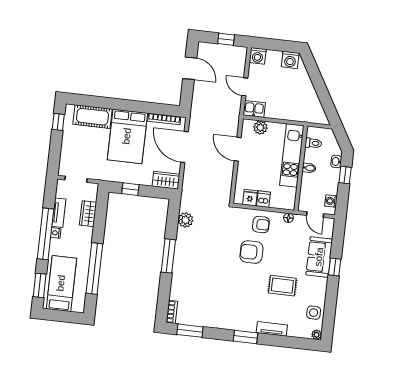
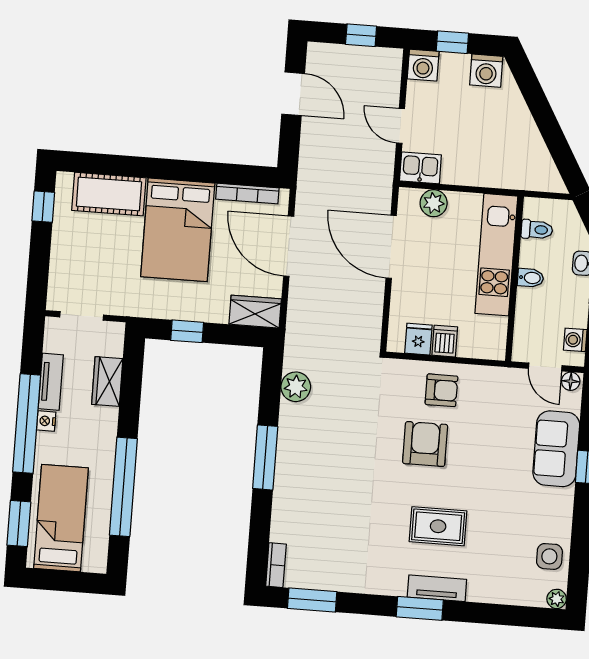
window: (273, 45) -> (452, 42), added
door: (238, 149) -> (391, 247), width x1.36
floor lamp: (288, 218) -> (571, 381), moved
armchair: (251, 252) -> (425, 444), turned 90
rug: (282, 286) -> (438, 526), moved
tv unit: (272, 329) -> (437, 588), moved

